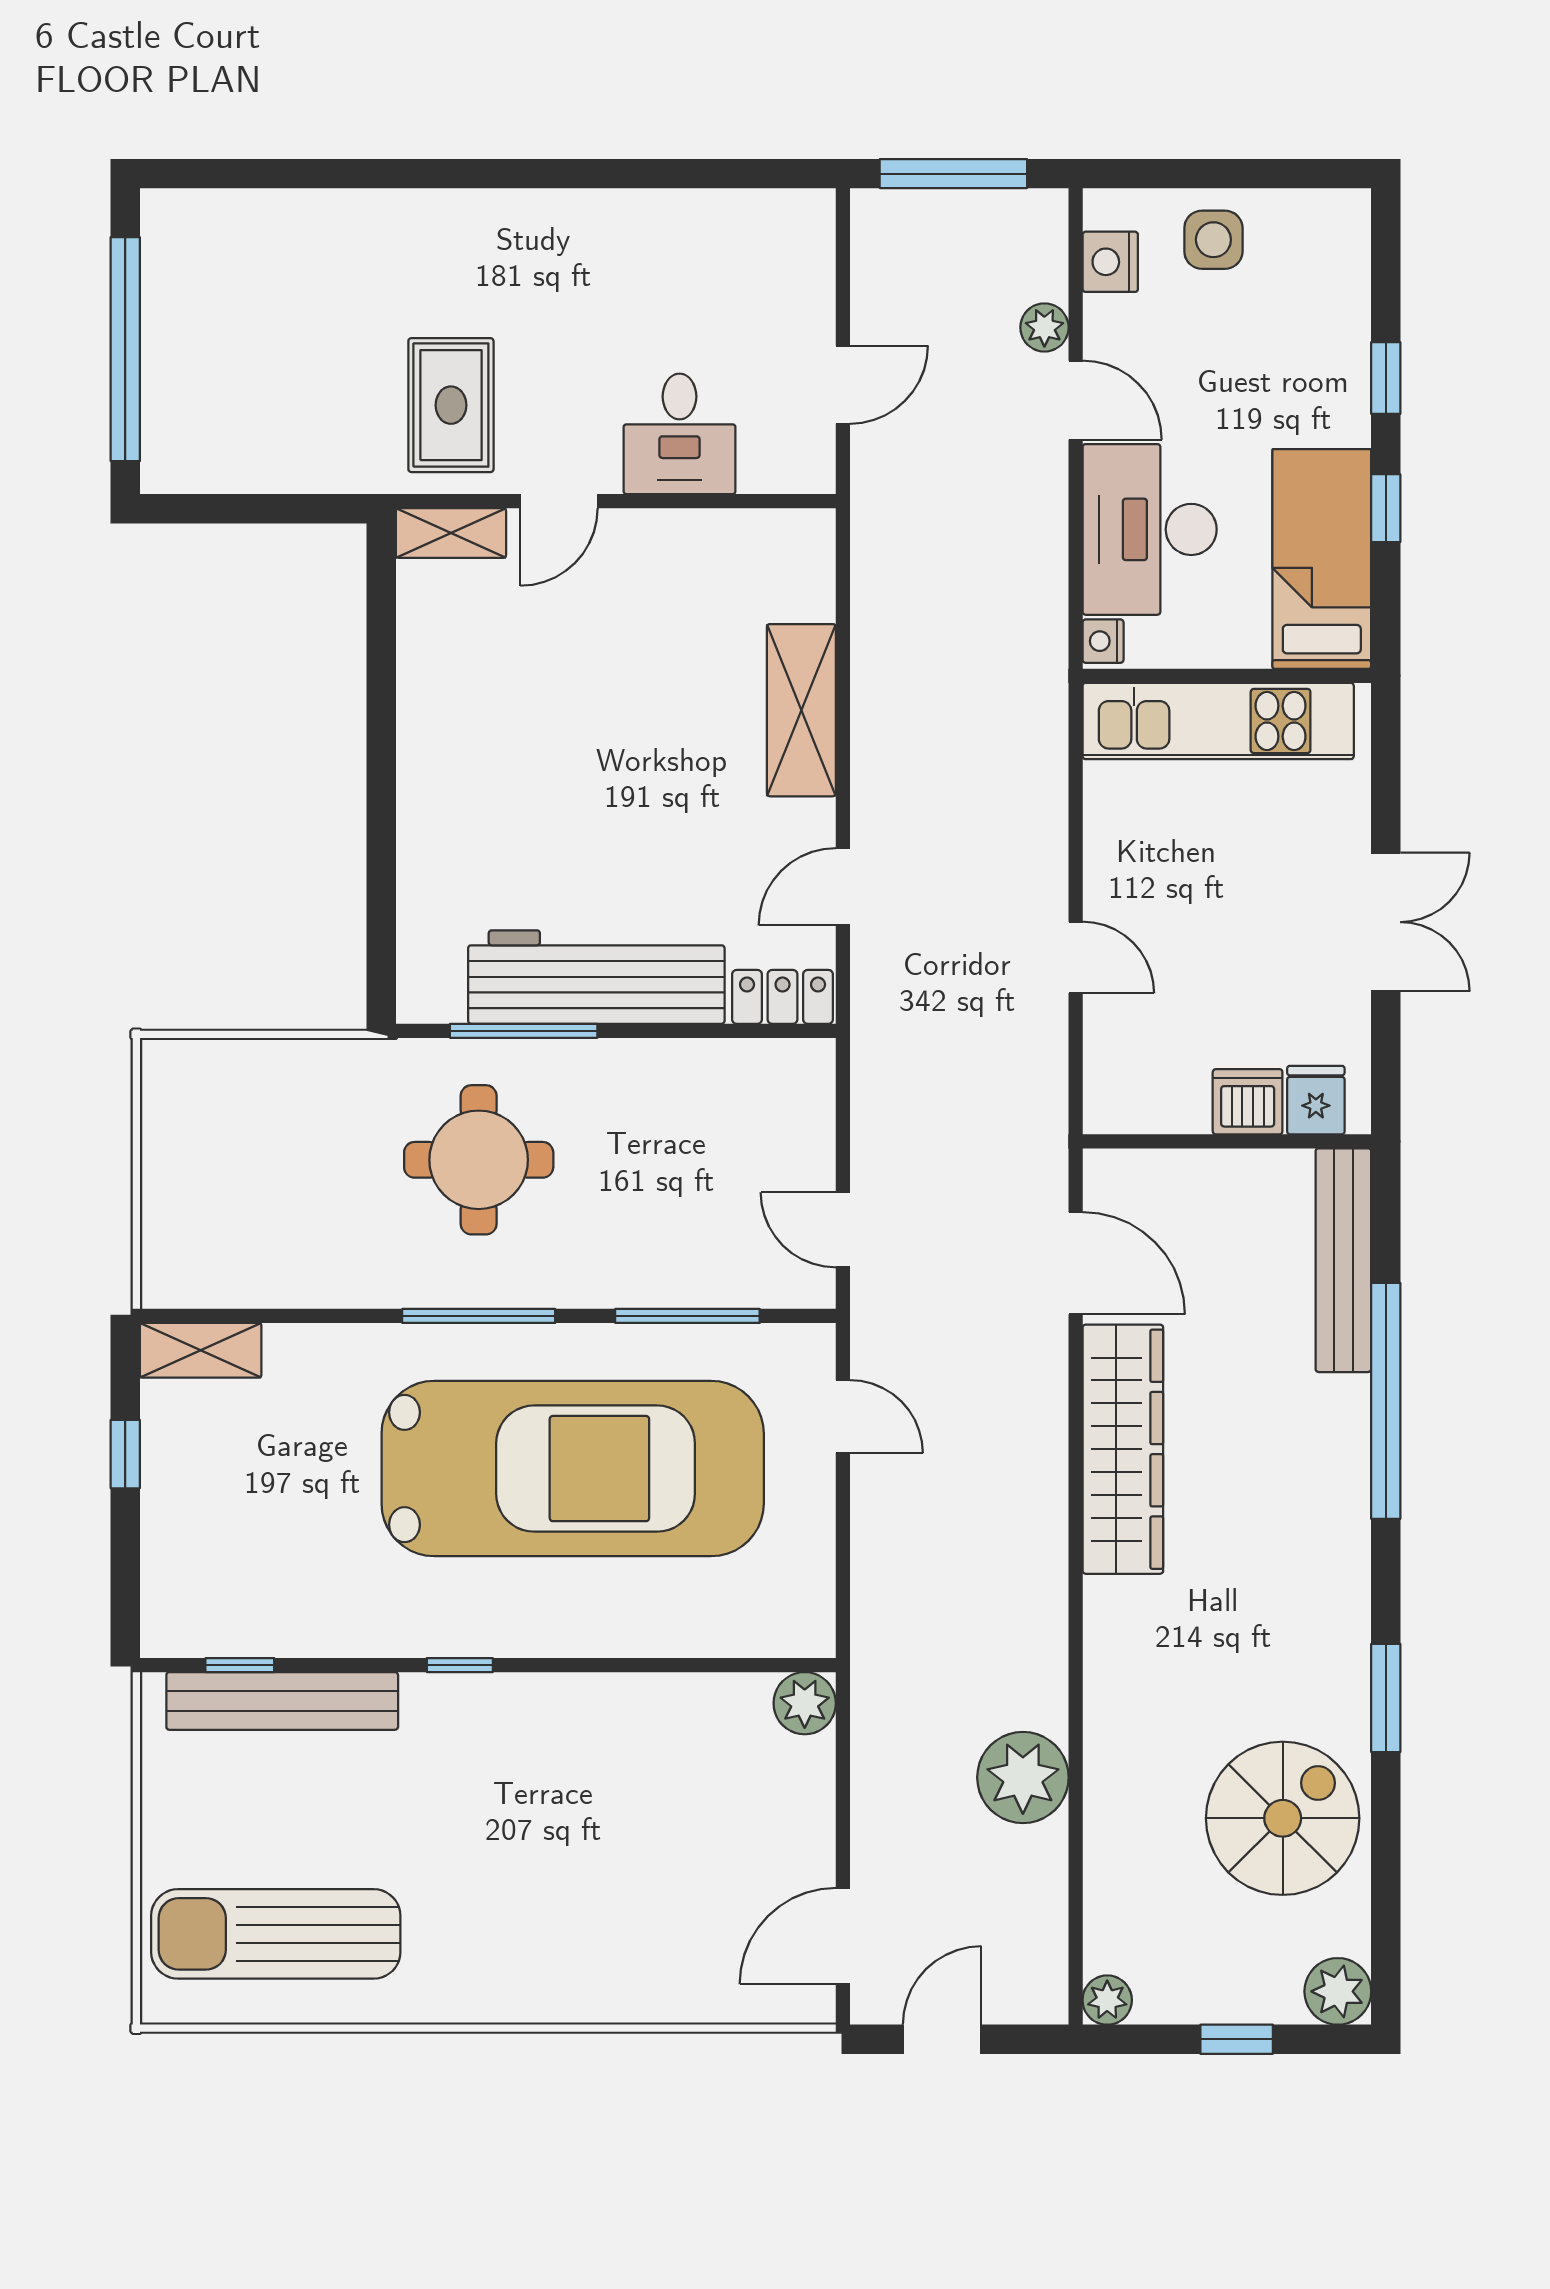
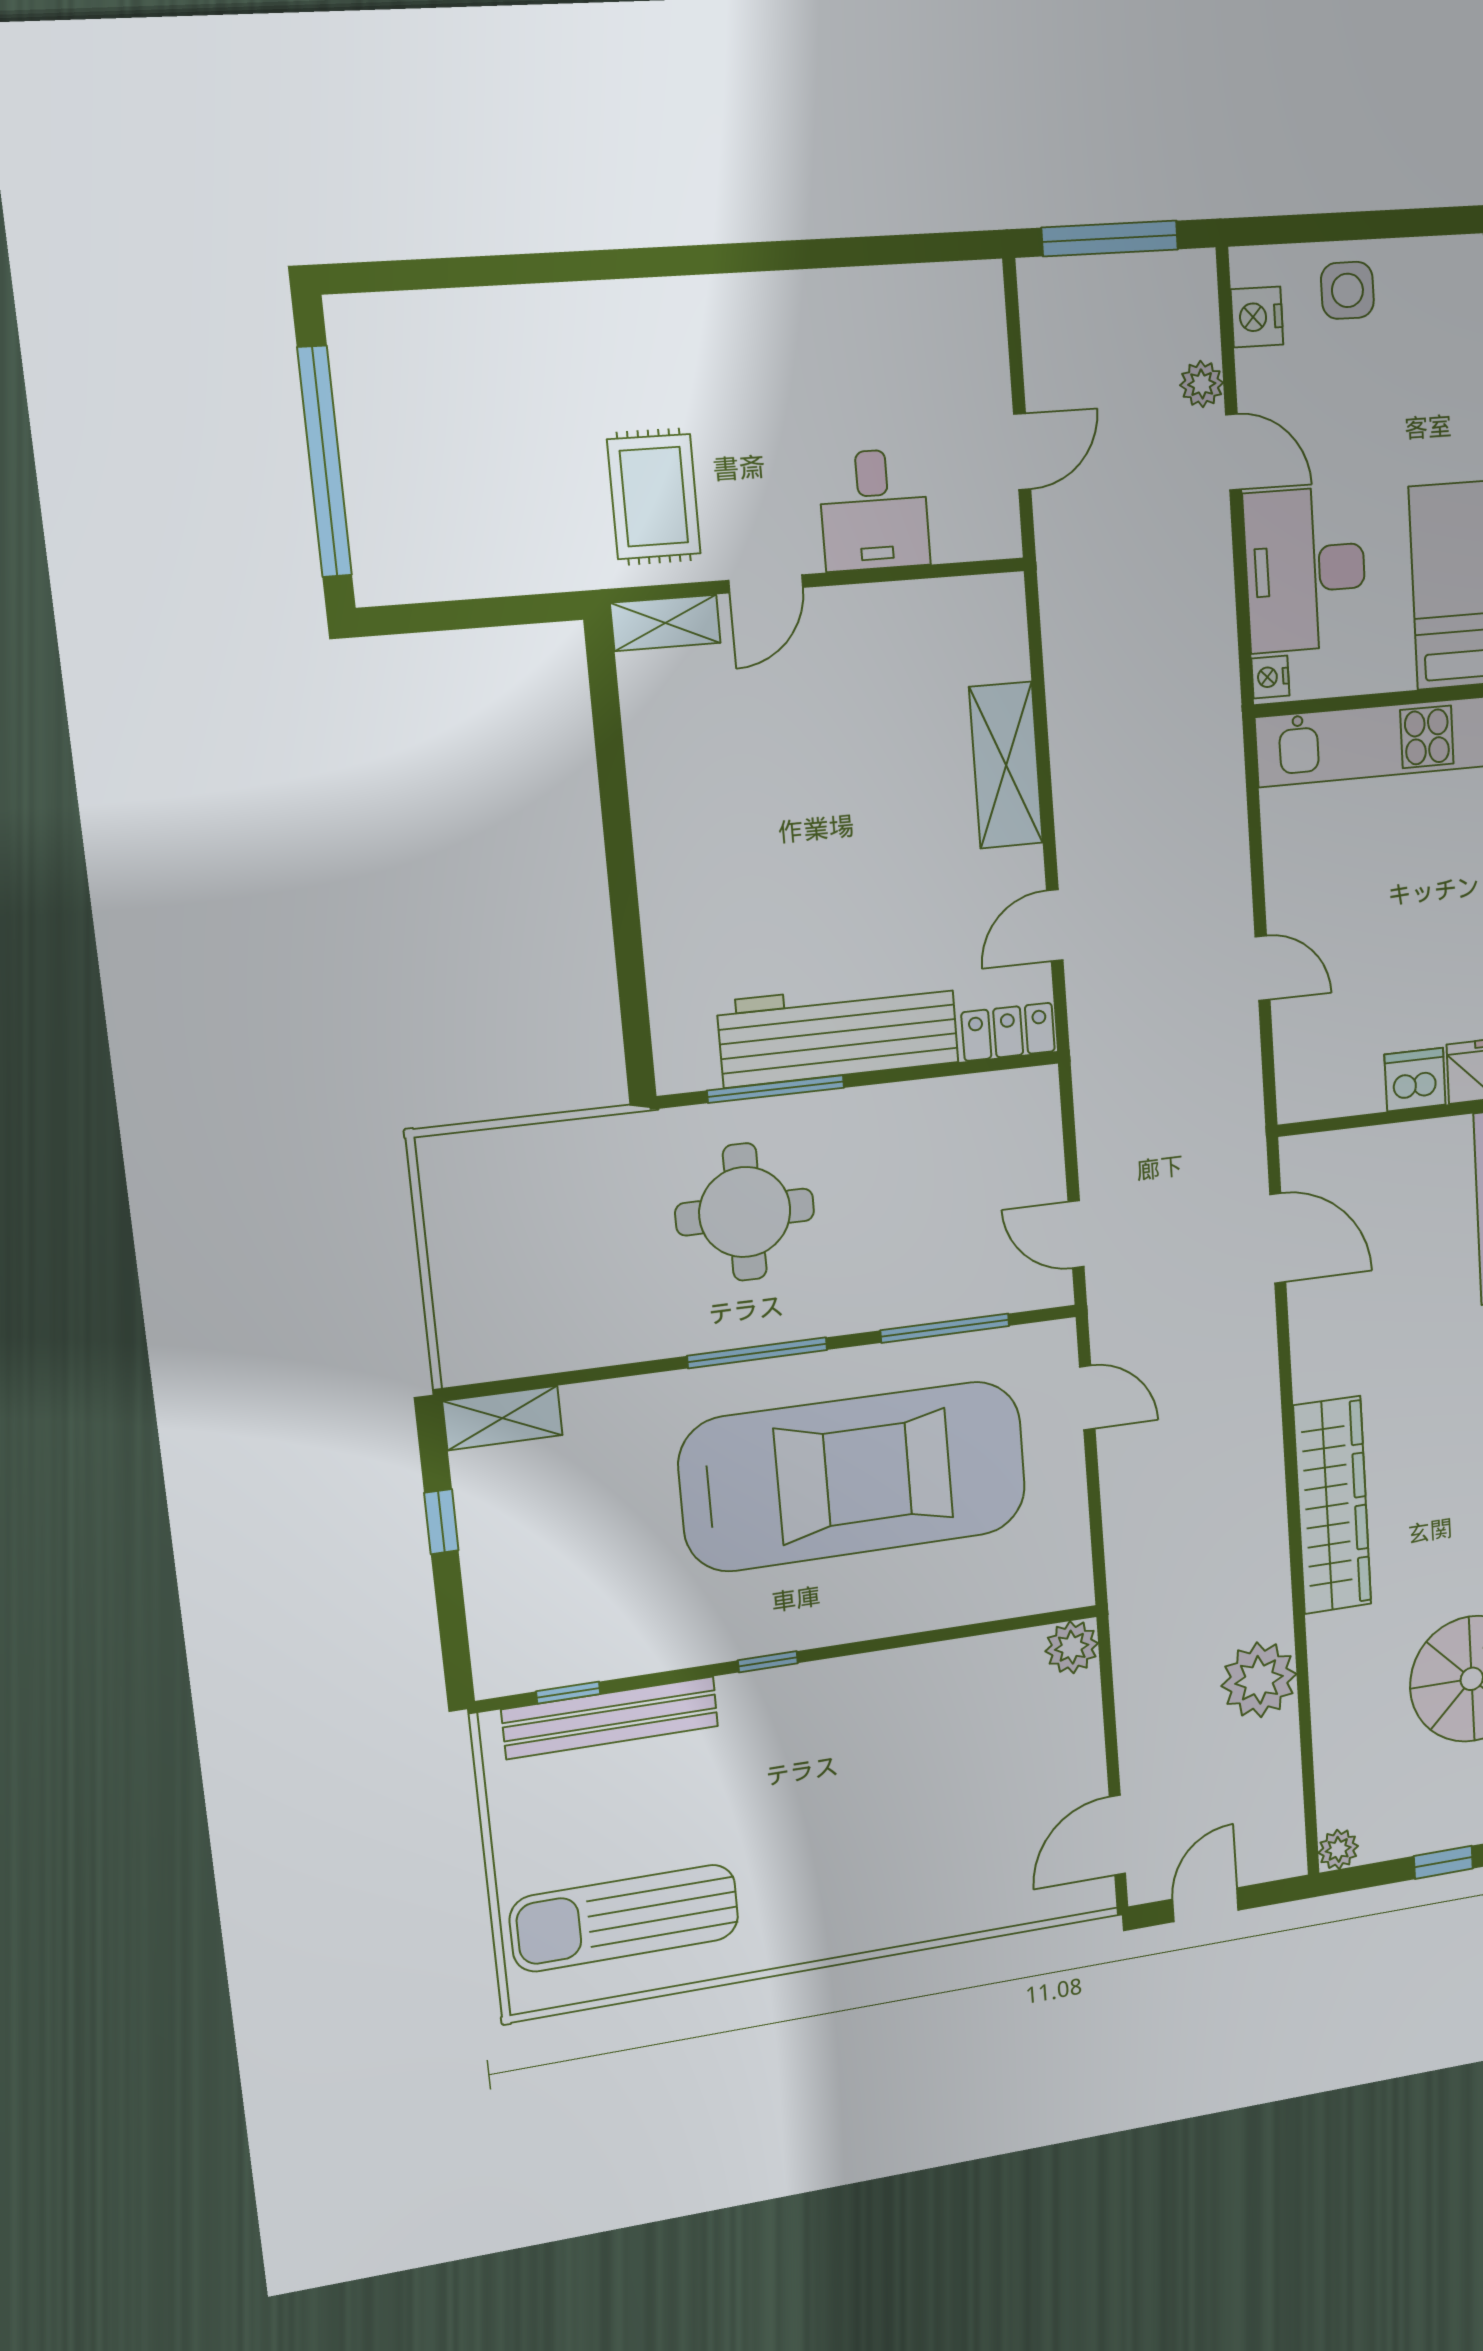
wardrobe: (1123, 1449) -> (1332, 1505), moved

